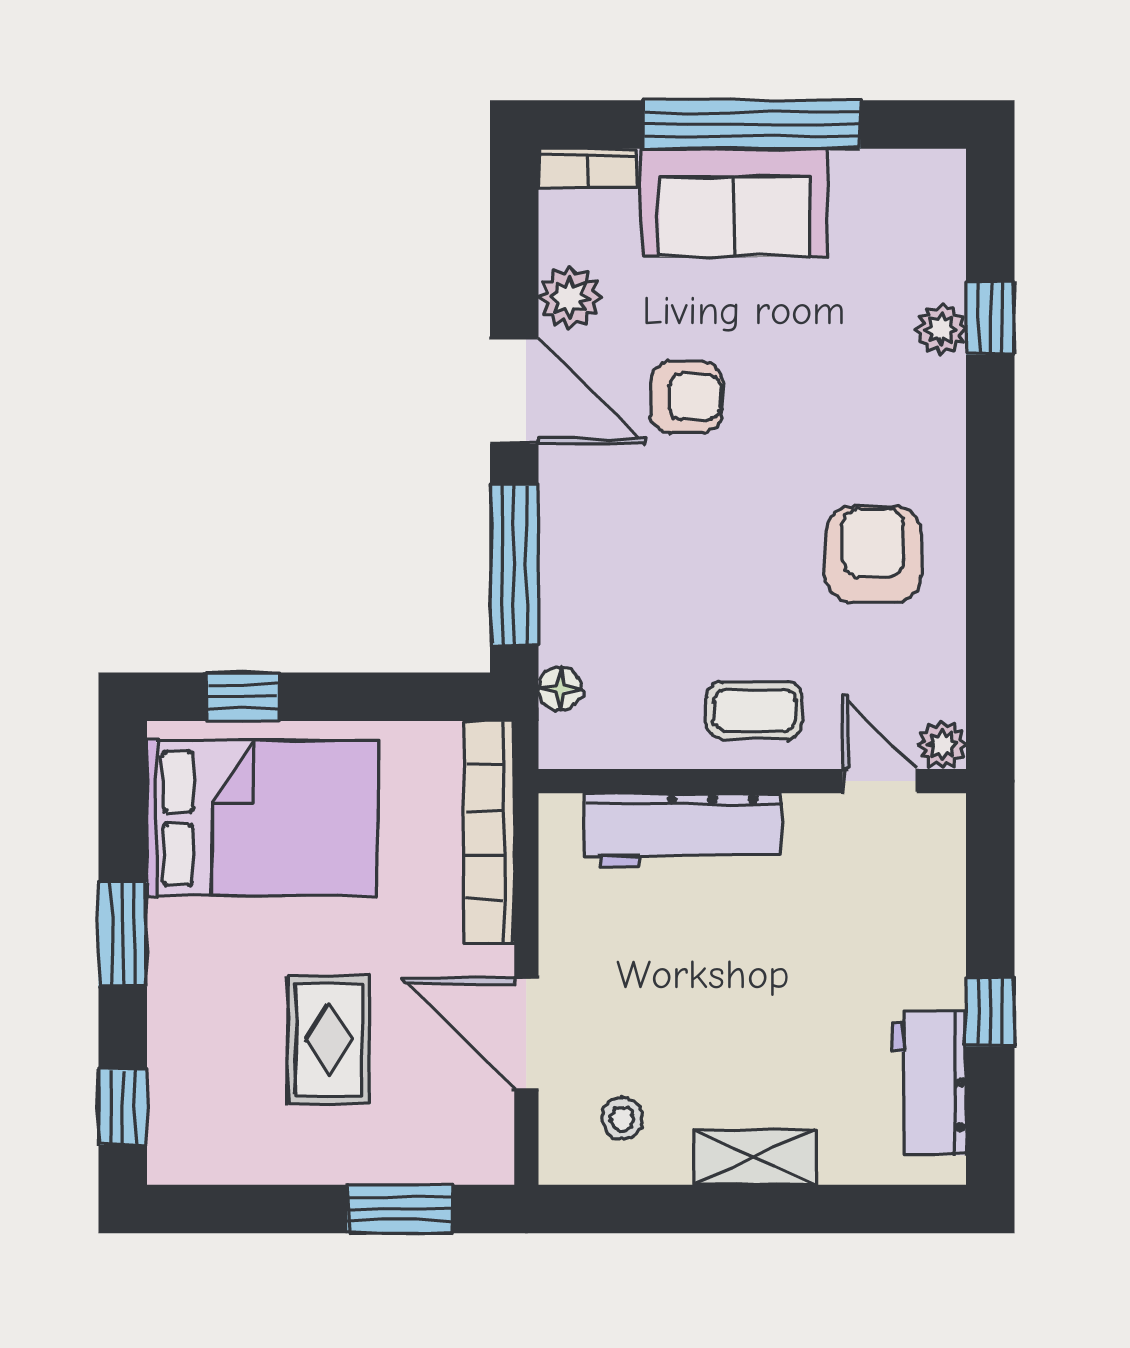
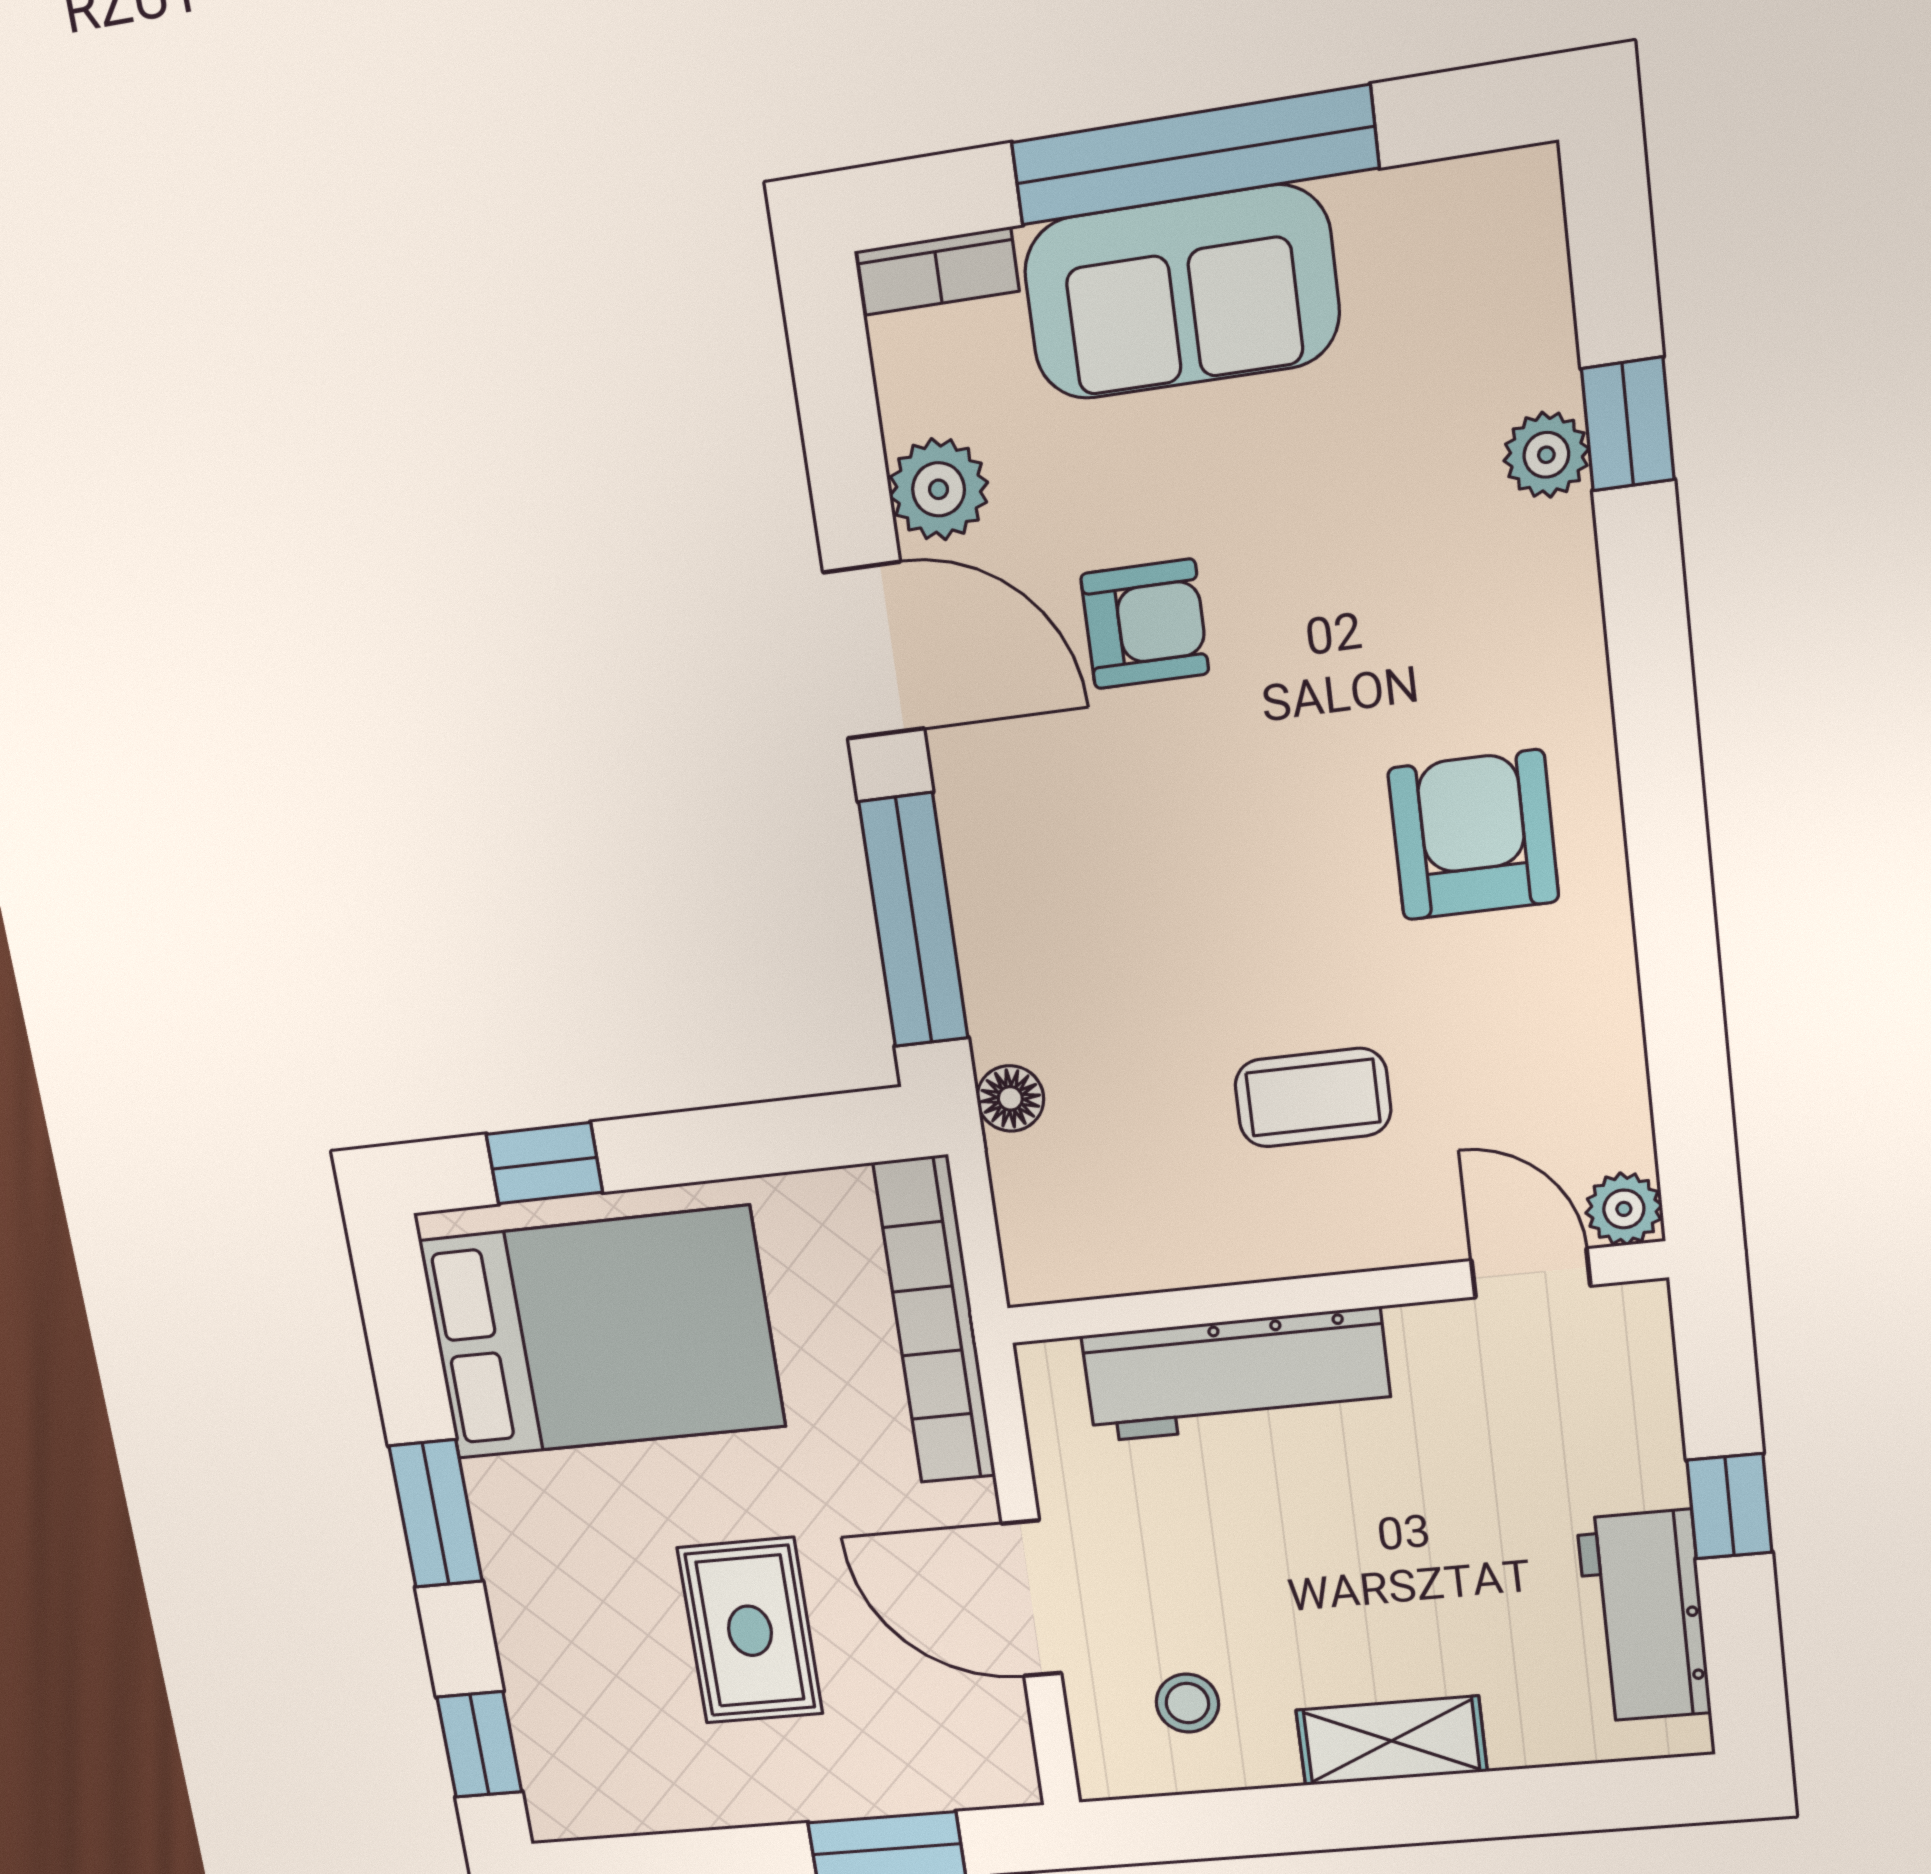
plant: (942, 745) -> (1624, 1209), moved
wall: (752, 781) -> (1333, 1293), moved
door: (880, 781) -> (1531, 1273), moved
workbench: (683, 830) -> (1236, 1375), moved

